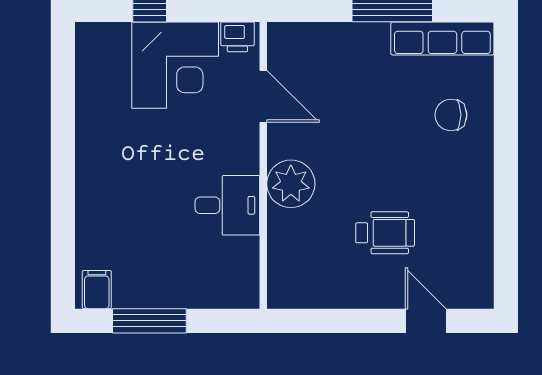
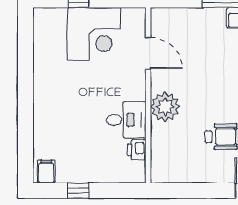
printer: (237, 37) -> (137, 150), moved, turned 90
window: (149, 321) -> (78, 191), width x0.46

